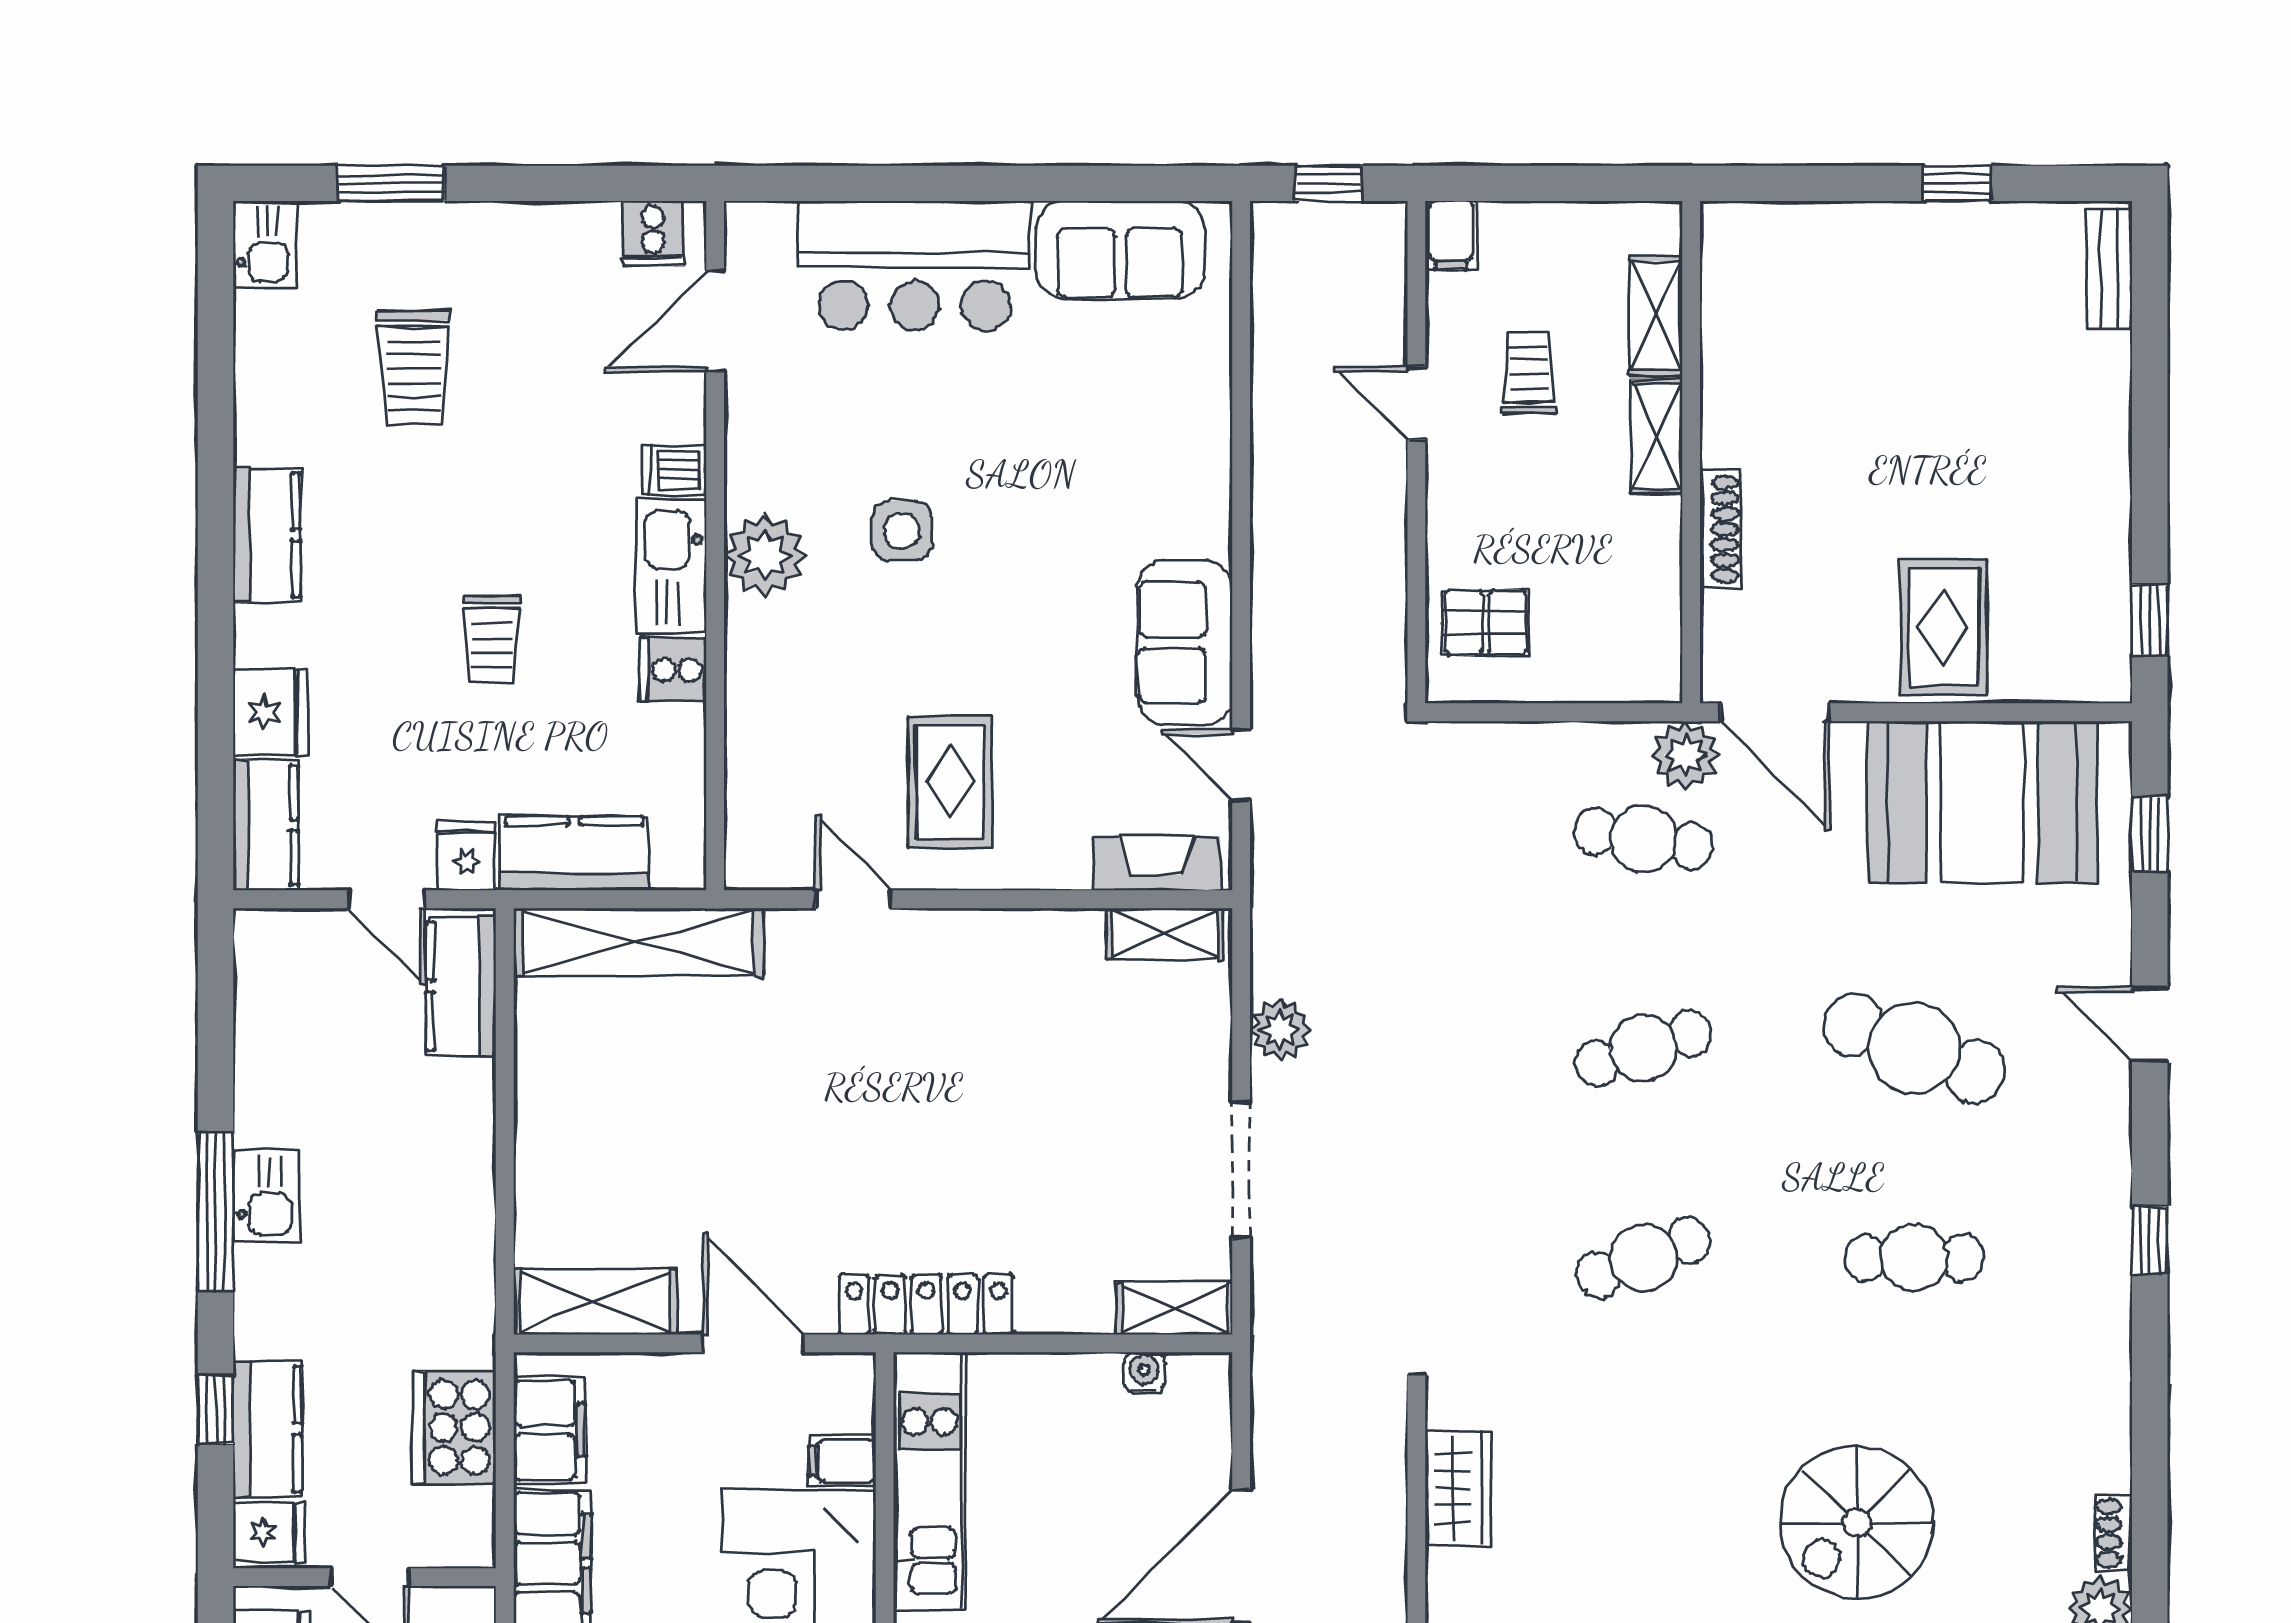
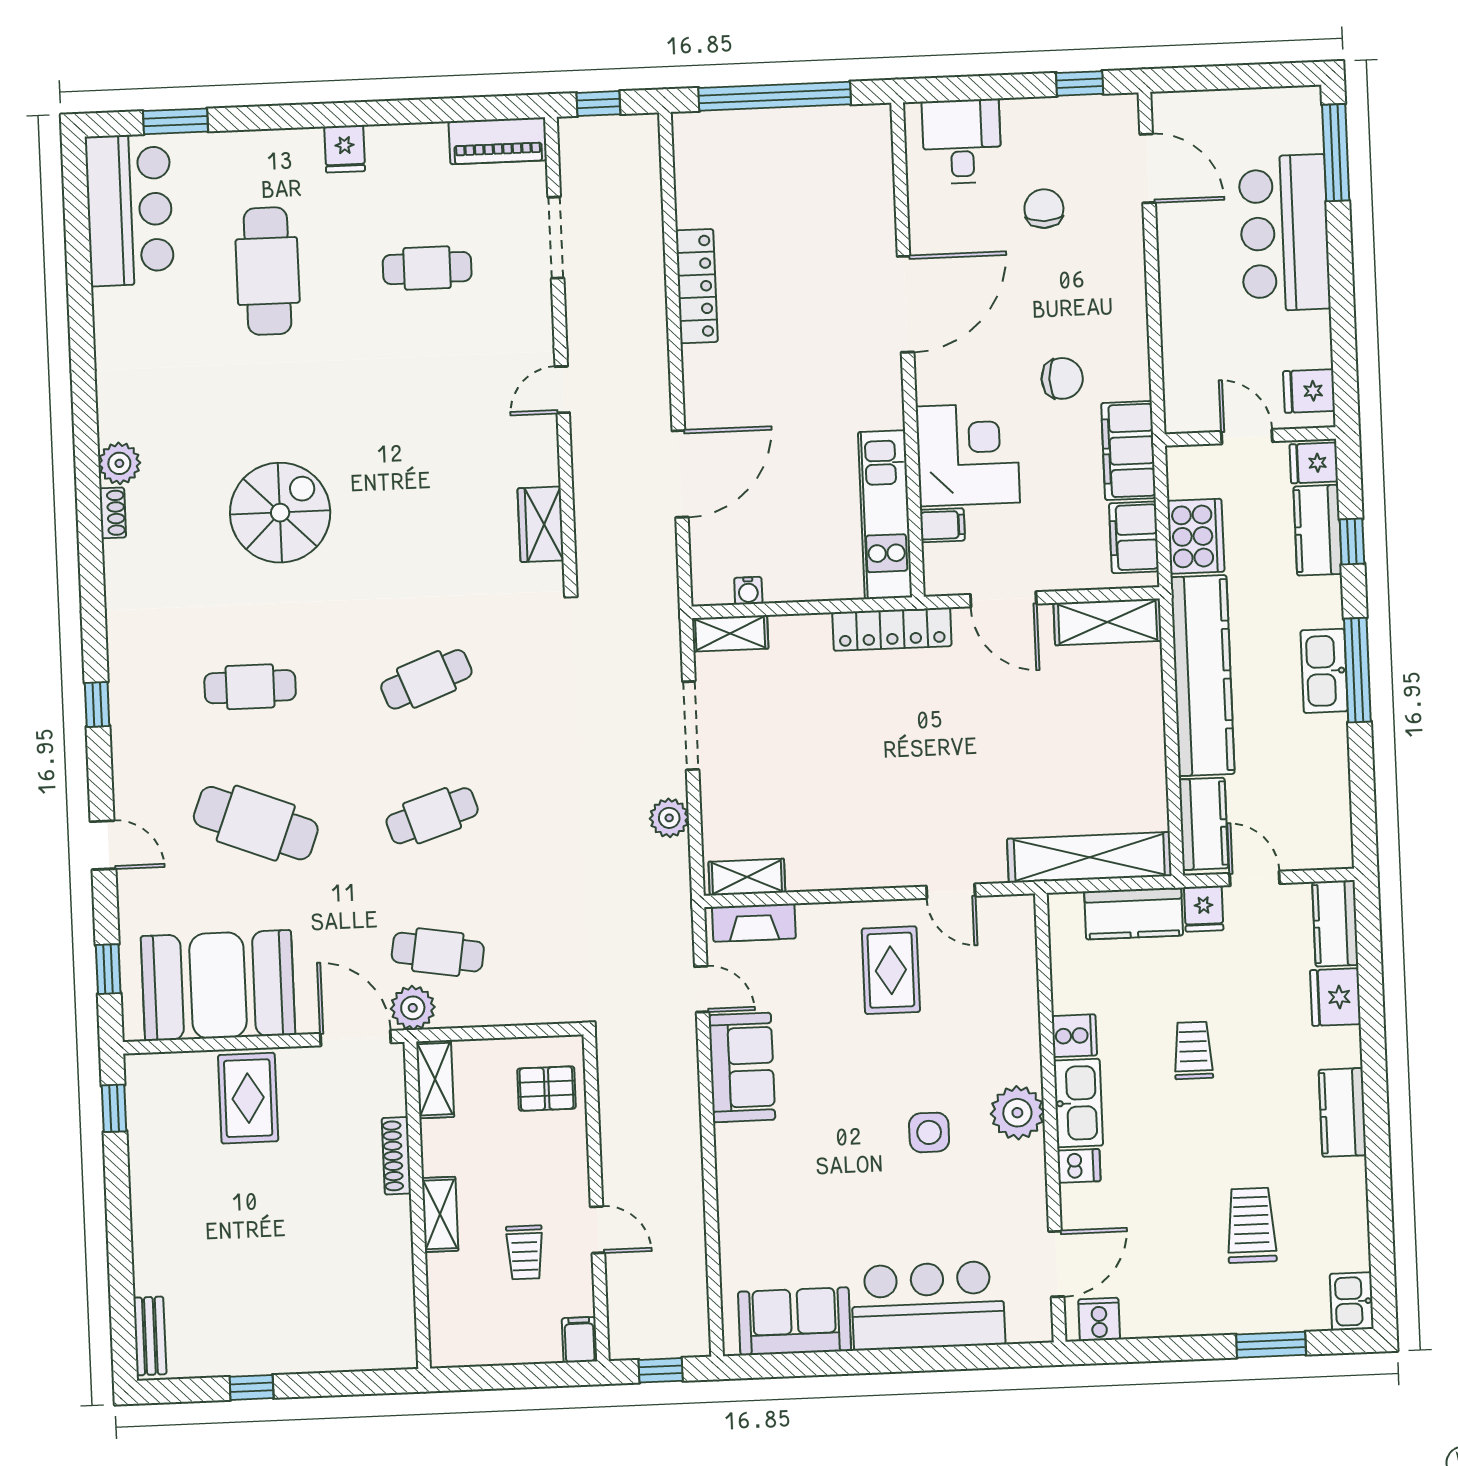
shelving: (1656, 316) -> (435, 1079), moved
kitchen sink: (267, 1196) -> (1324, 671), width x1.38
kitchen counter: (453, 1214) -> (1203, 676), added

